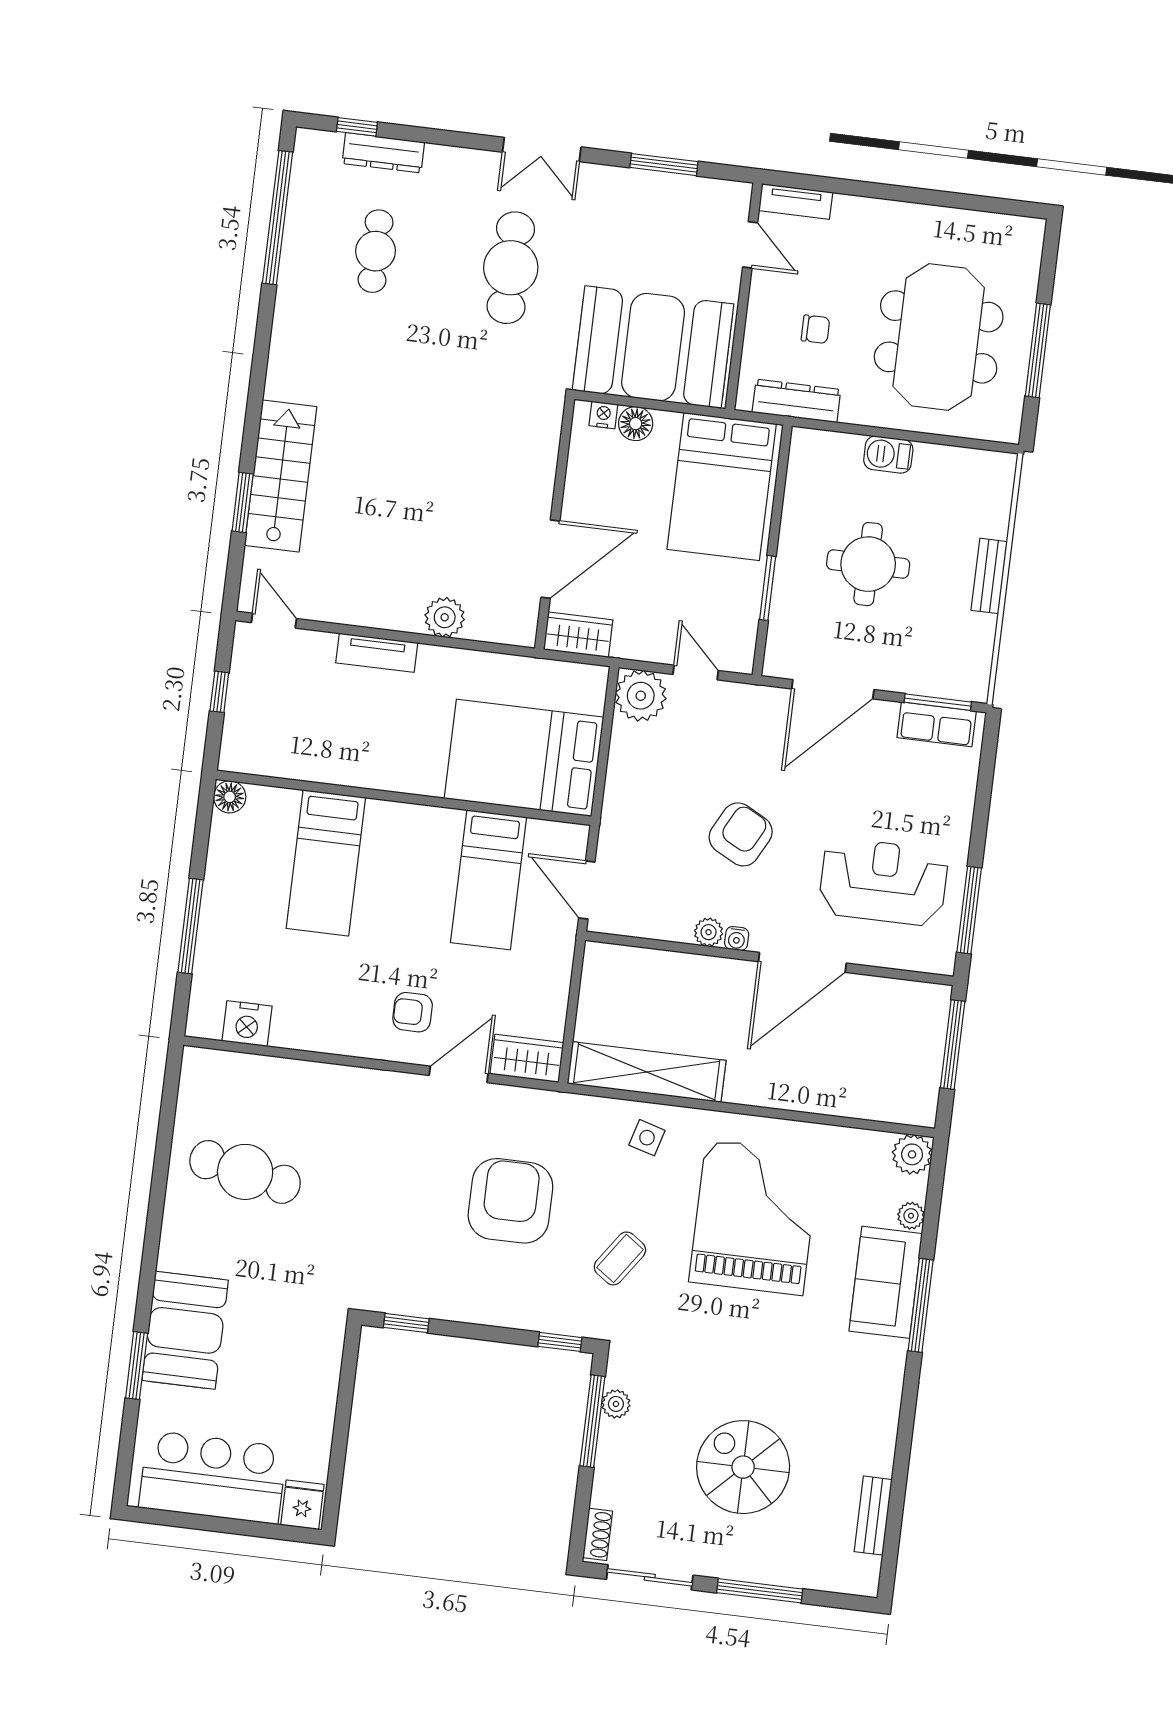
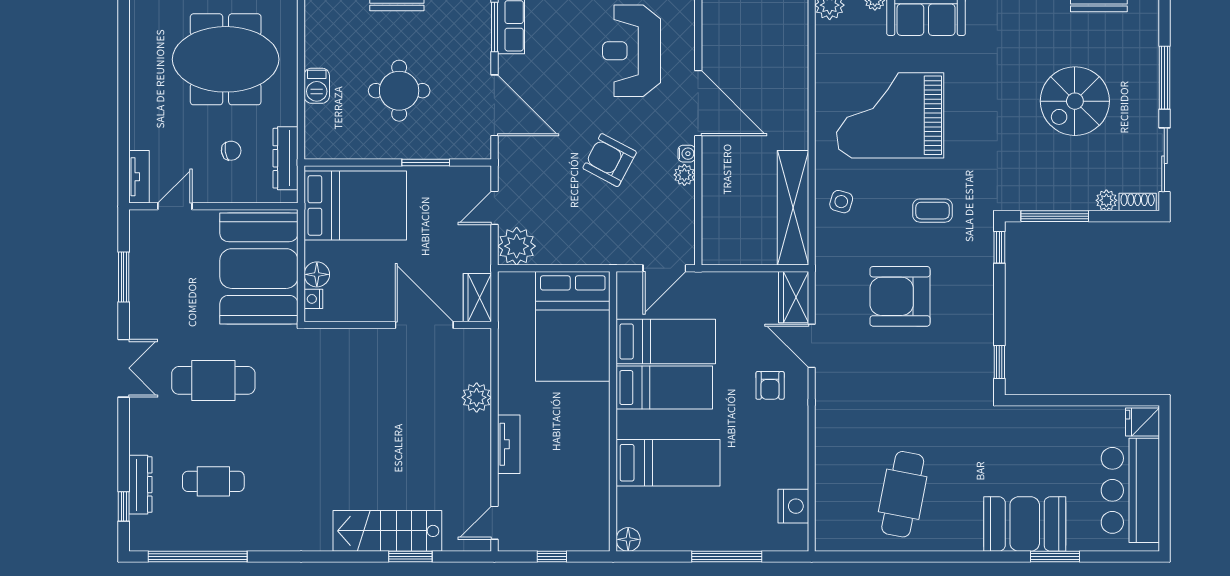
chair: (815, 329) -> (231, 151), turned 81
bed: (427, 870) -> (664, 388), added
coffee table: (620, 1258) -> (932, 211), turned -35
plant: (616, 1404) -> (1106, 200), moved

